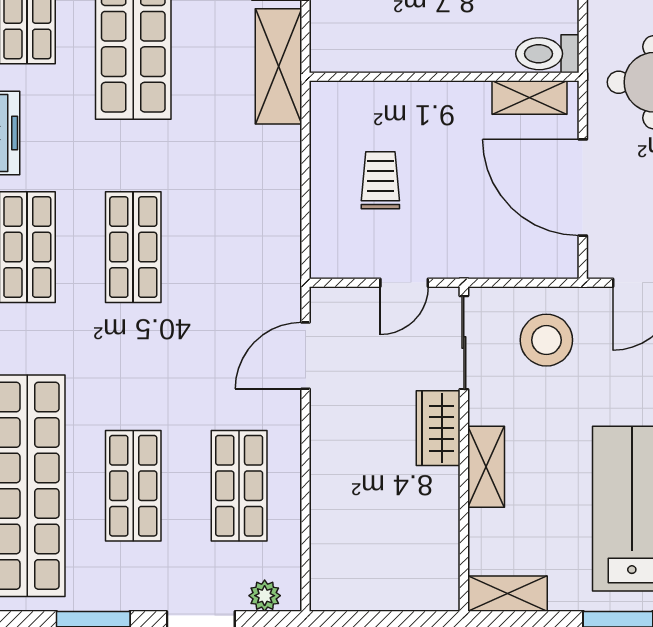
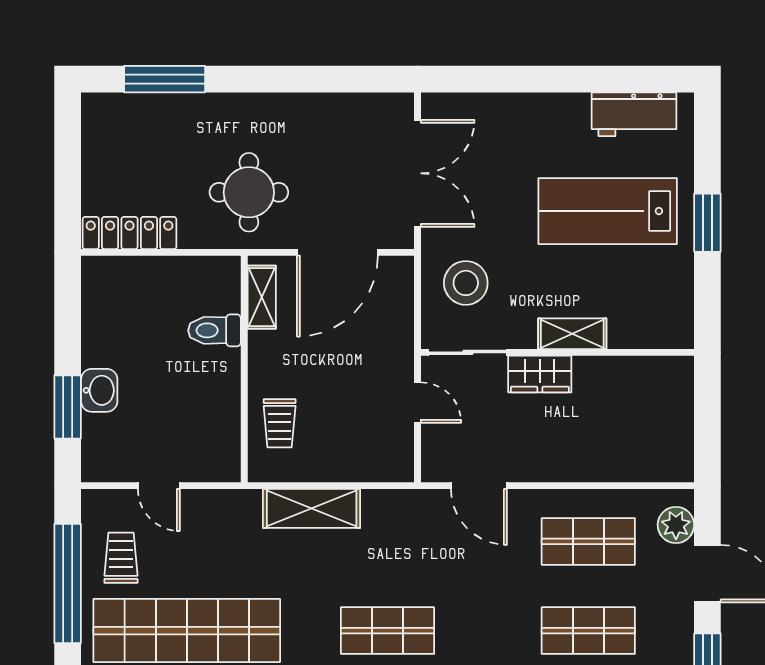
toilet: (547, 54) -> (214, 330), moved, turned 90
shelving: (278, 66) -> (312, 508), moved
trolley: (380, 180) -> (280, 423), moved, turned -90
shelving: (507, 594) -> (679, 316), removed
plant: (265, 596) -> (676, 525), width x1.38, depth x1.38

